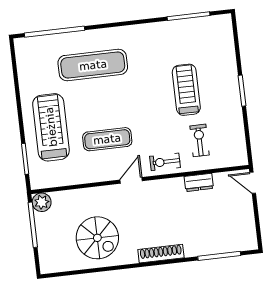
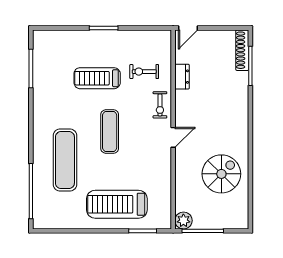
exercise mat: (107, 139) -> (110, 131), moved
door: (131, 180) -> (173, 137), swing flipped
shoe rack: (161, 254) -> (242, 50), moved

